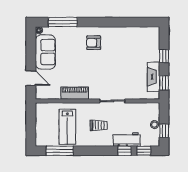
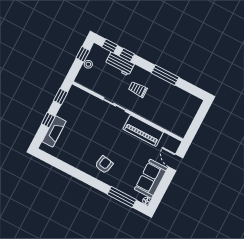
armchair: (94, 43) -> (104, 165), turned -80
fireplace: (153, 77) -> (54, 131), moved
piano: (75, 93) -> (143, 131), width x1.37, depth x1.33
lab bench: (67, 127) -> (166, 103), removed
window: (60, 151) -> (165, 75), moved

